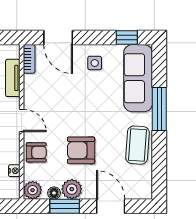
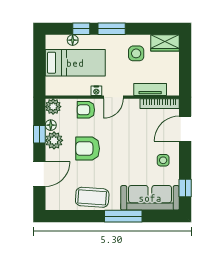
bookcase: (29, 59) -> (160, 104), width x1.56
armchair: (81, 150) -> (88, 149), turned -90
armchair: (36, 152) -> (86, 110), turned 90
nightstand: (14, 171) -> (96, 91), moved
window: (65, 206) -> (39, 134), width x0.67

